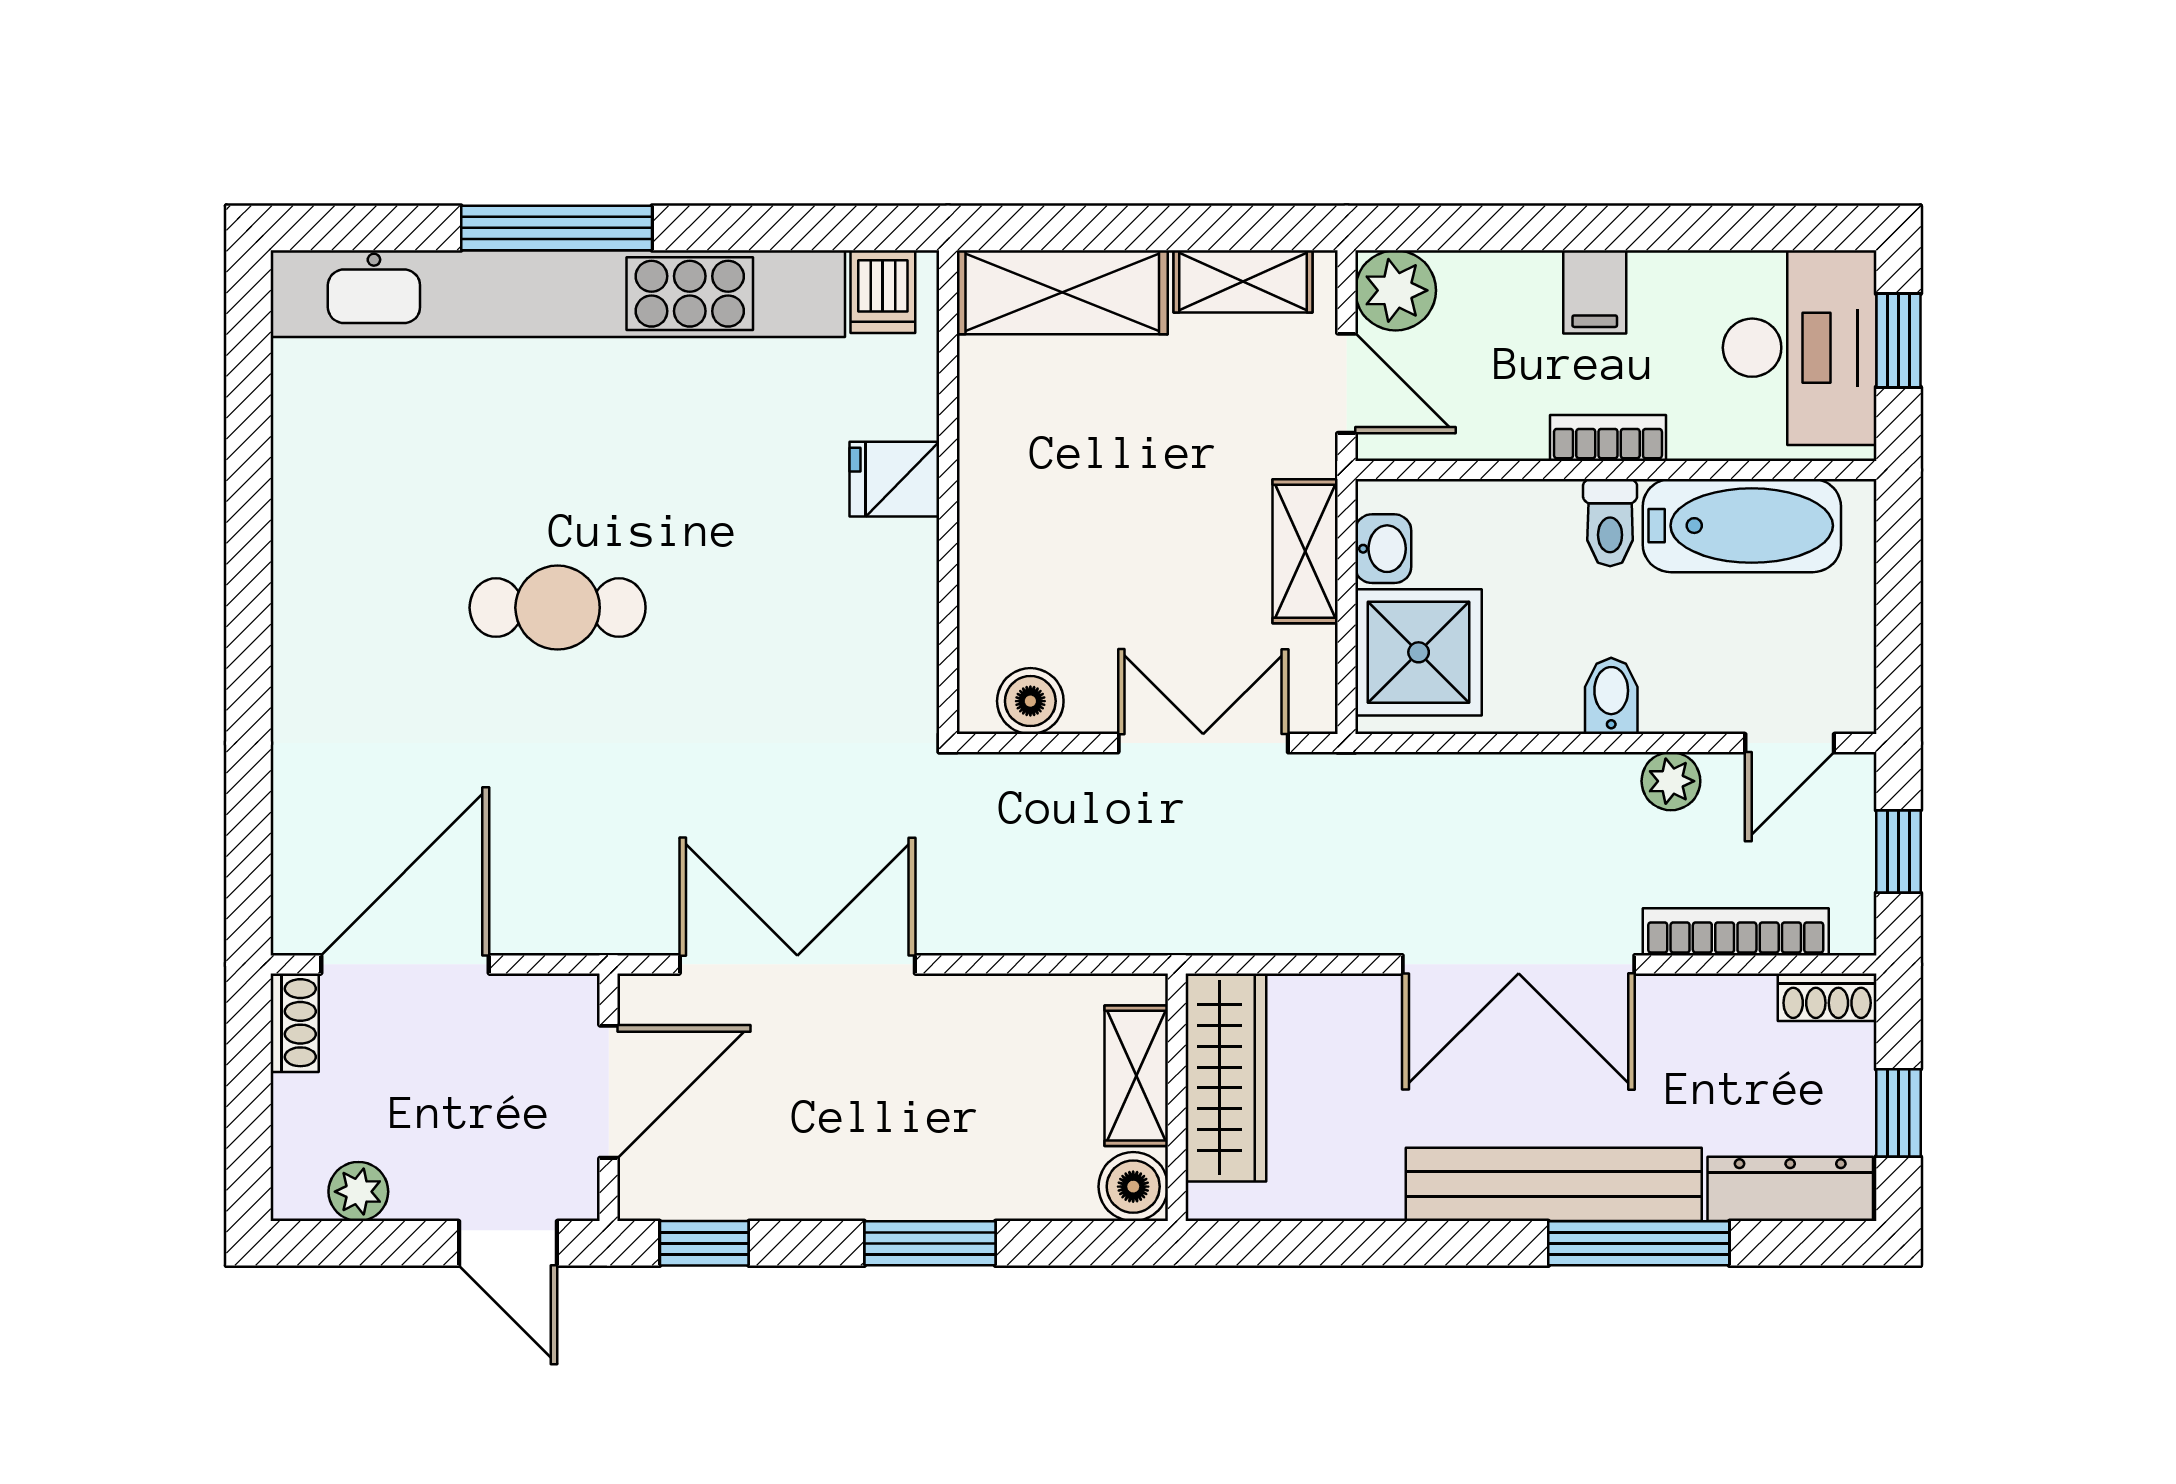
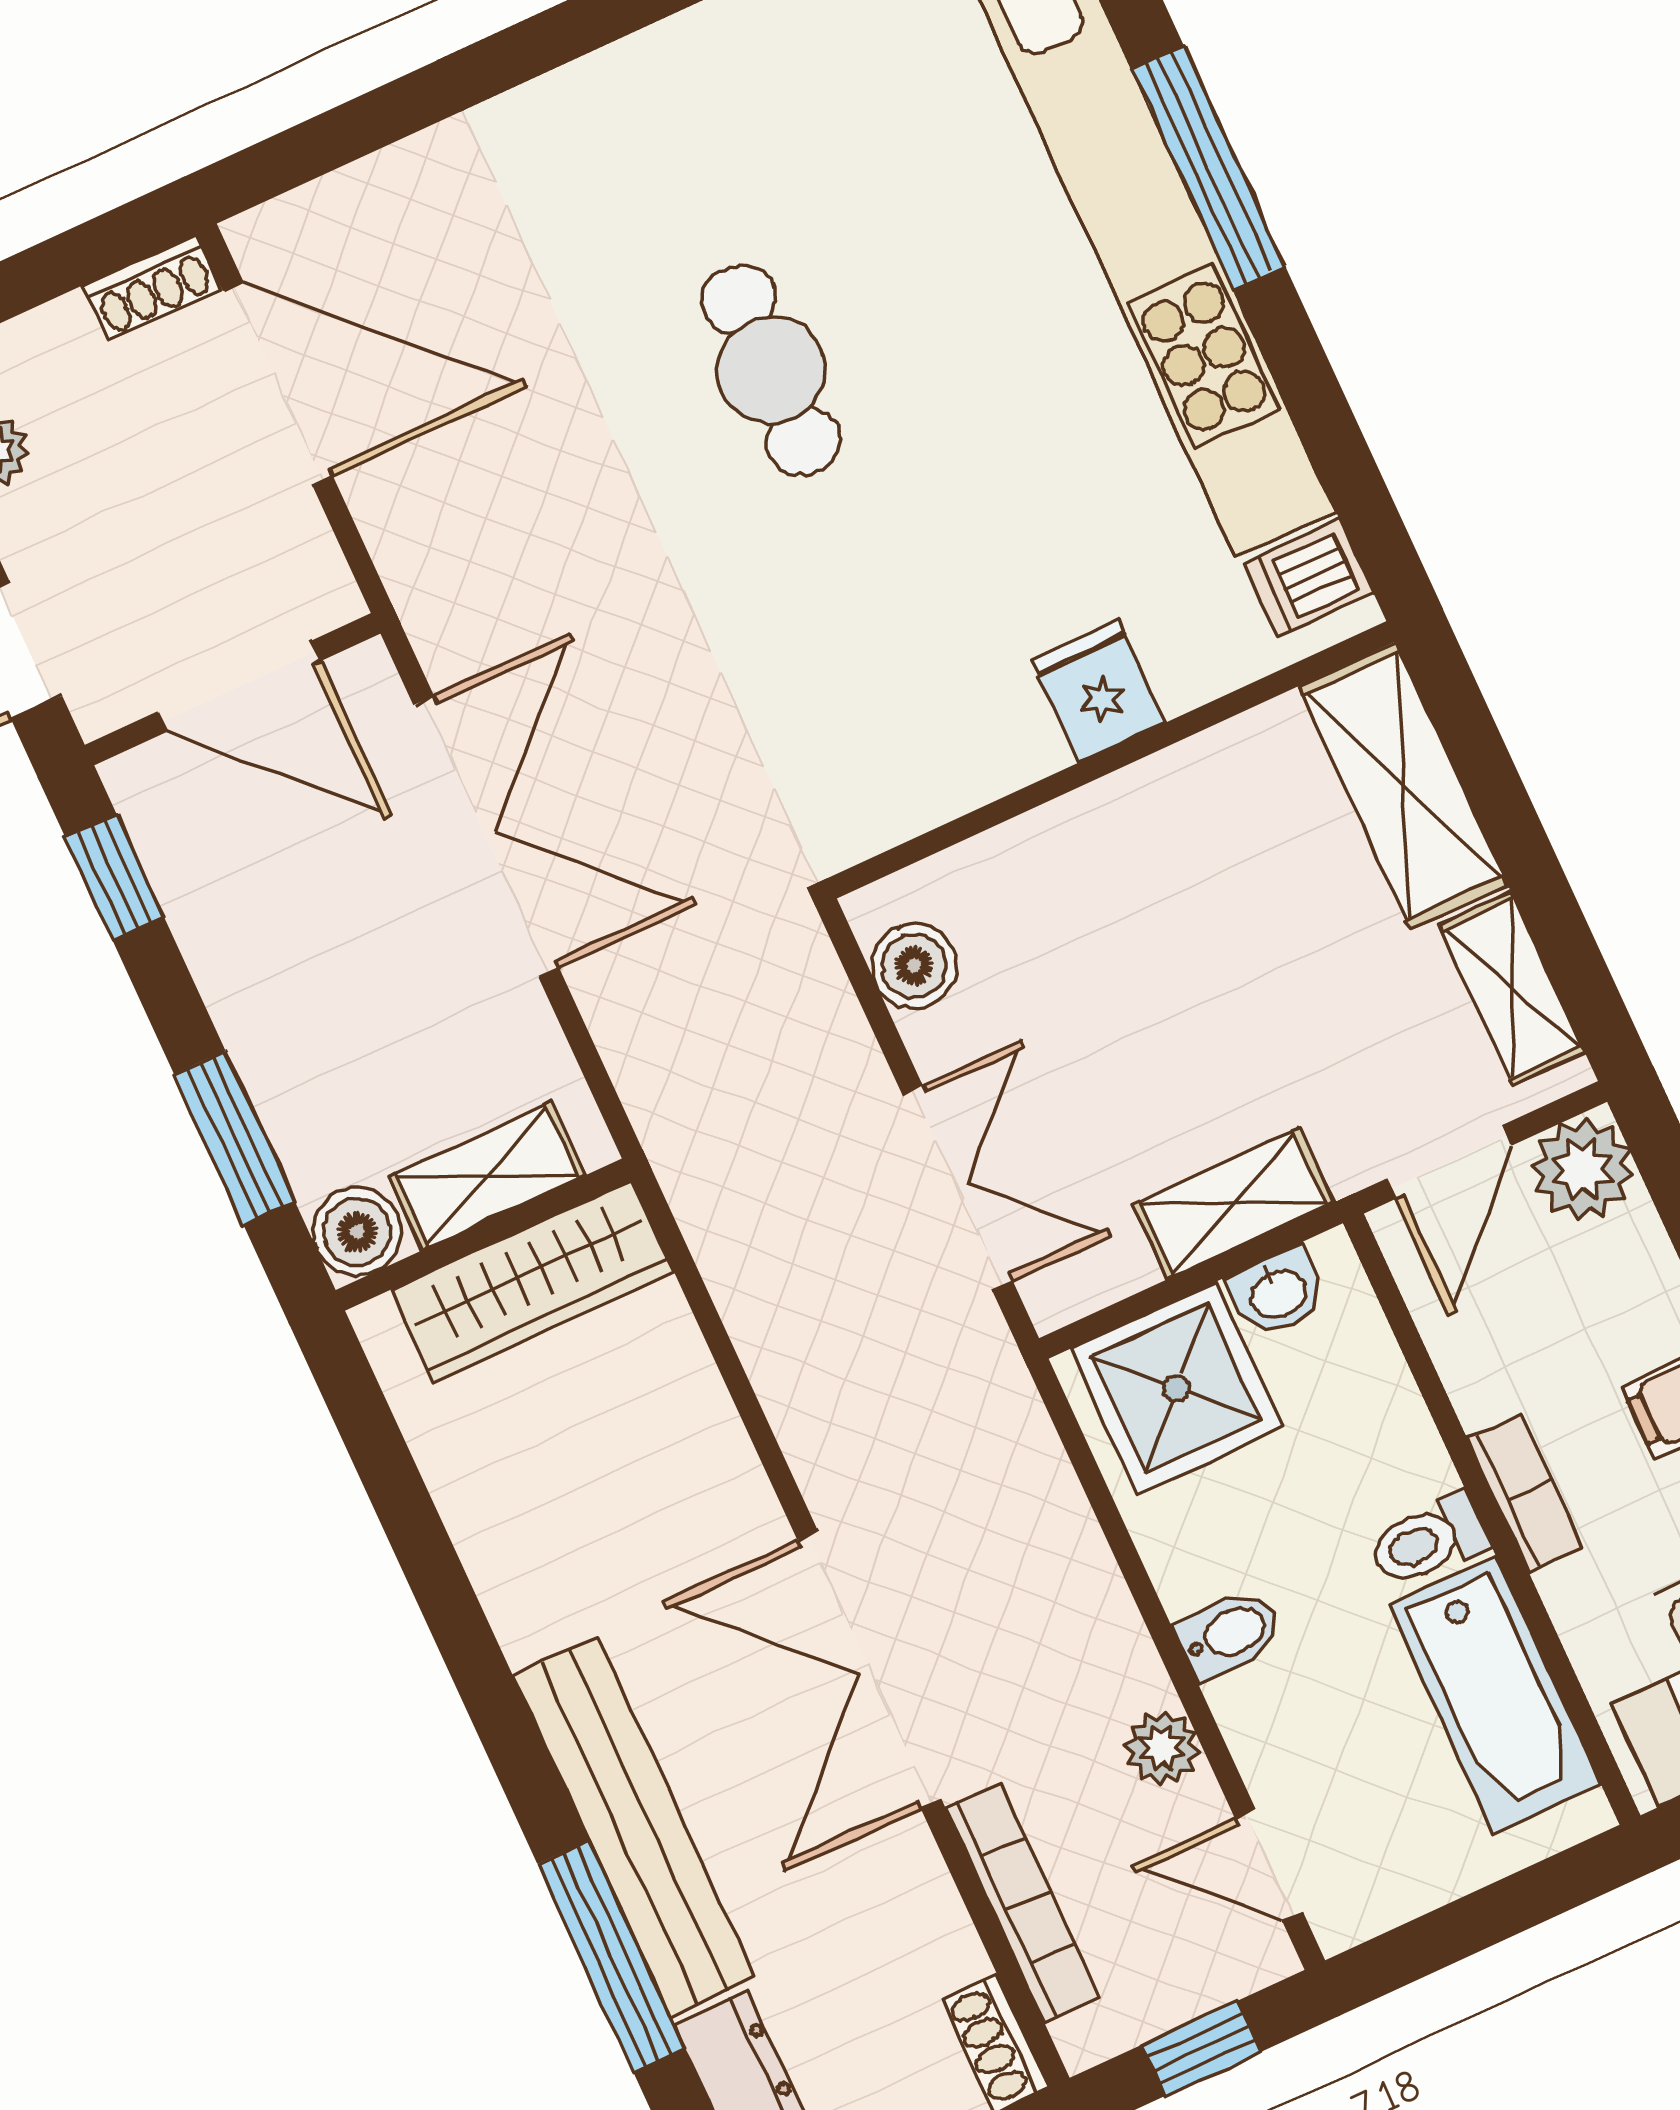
shelving: (1136, 1076) -> (487, 1176), moved
wardrobe: (1226, 1077) -> (532, 1281), moved
wall: (1177, 1097) -> (483, 1235), moved
boiler: (1133, 1187) -> (357, 1232), moved

